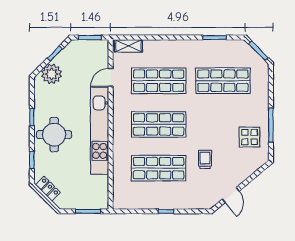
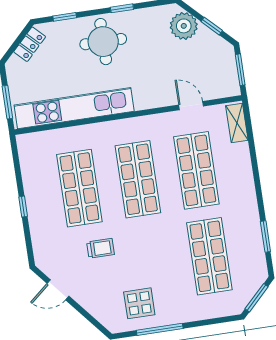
kitchen unit: (100, 131) -> (74, 108), moved

